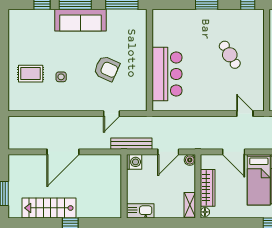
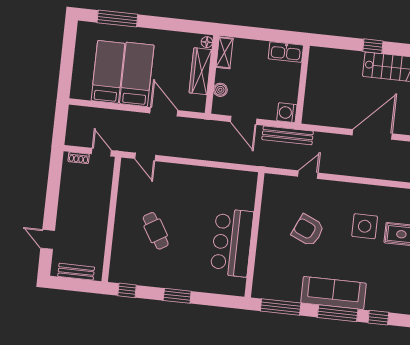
bar counter: (167, 74) -> (232, 243), moved
side table: (61, 77) -> (365, 226), width x1.87, depth x1.87
door: (168, 152) -> (244, 120), swing flipped
boiler: (190, 160) -> (220, 90), moved

